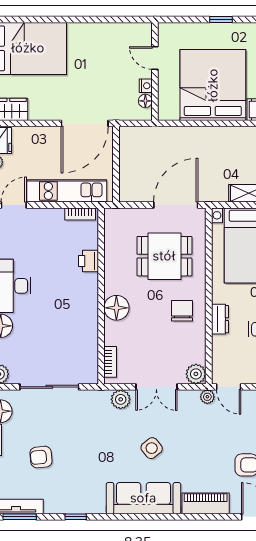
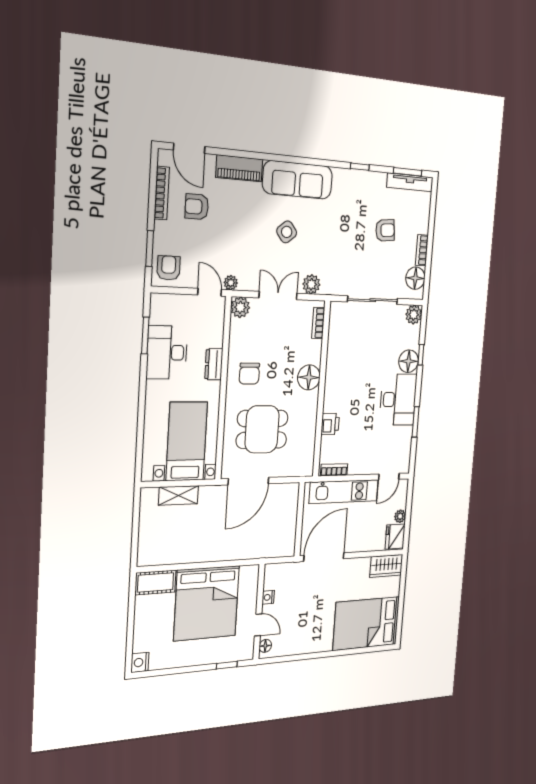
window: (221, 19) -> (227, 665), moved
floor lamp: (145, 101) -> (265, 646), moved

